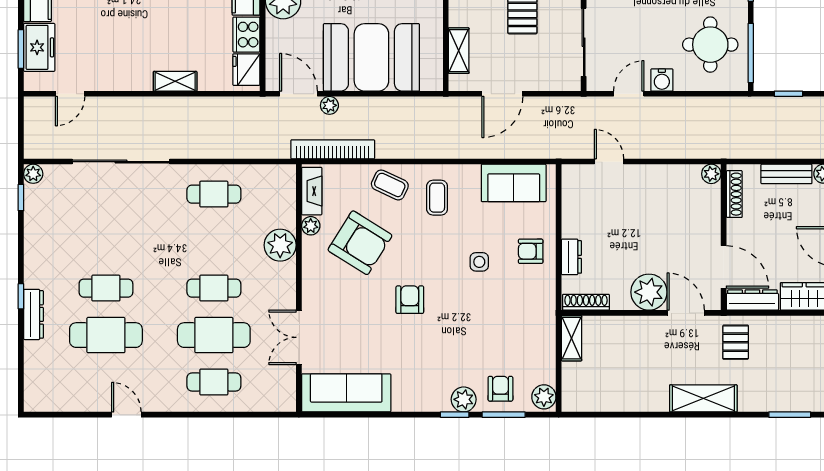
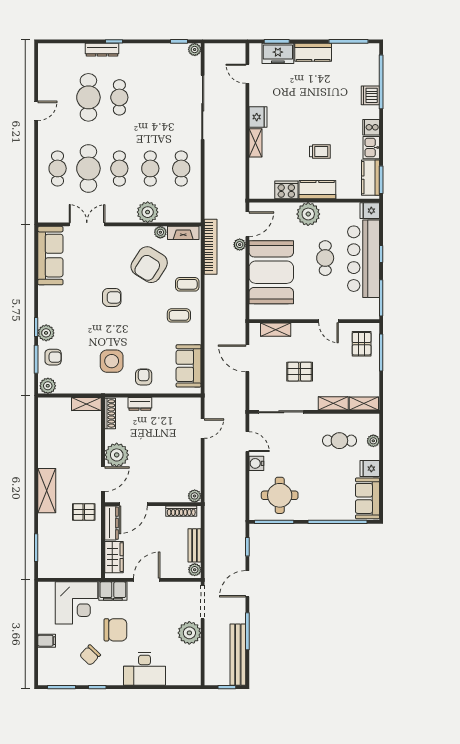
fridge: (246, 70) -> (258, 117), moved, turned 90
coffee table: (390, 185) -> (187, 284), turned 65
cafe table: (214, 241) -> (150, 168), added
side table: (479, 262) -> (112, 361), moved, width x1.87, depth x1.87

